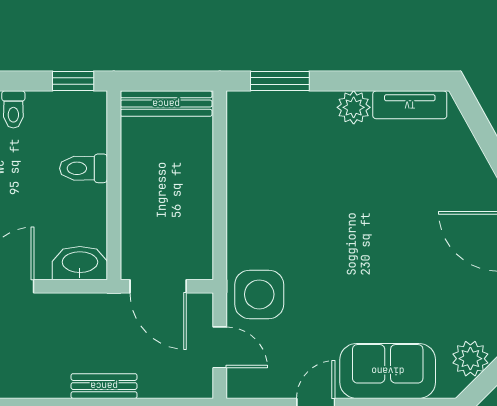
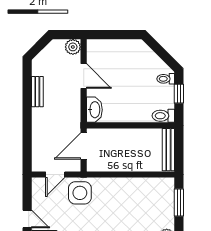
window: (73, 81) -> (179, 94), moved
toilet: (84, 168) -> (163, 116), moved, turned -90
bench: (104, 386) -> (37, 92), moved

